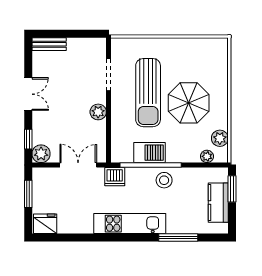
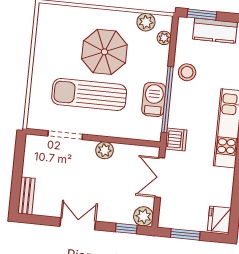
sun lounger: (148, 93) -> (89, 94), turned 180
stool: (164, 180) -> (187, 72), moved

